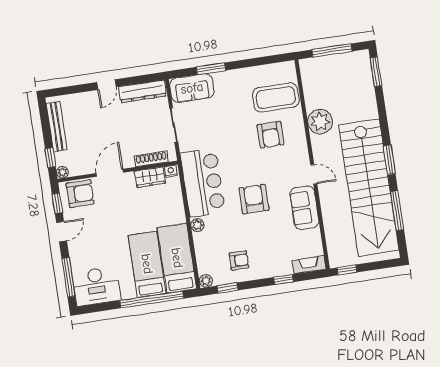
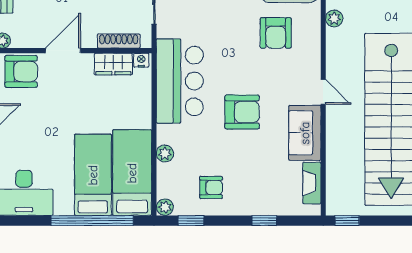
plant: (320, 122) -> (334, 18), width x0.53, depth x0.53
armchair: (254, 199) -> (242, 112), turned 90
plant: (197, 225) -> (165, 153), moved
fireplace: (309, 265) -> (312, 183), moved, turned -90

